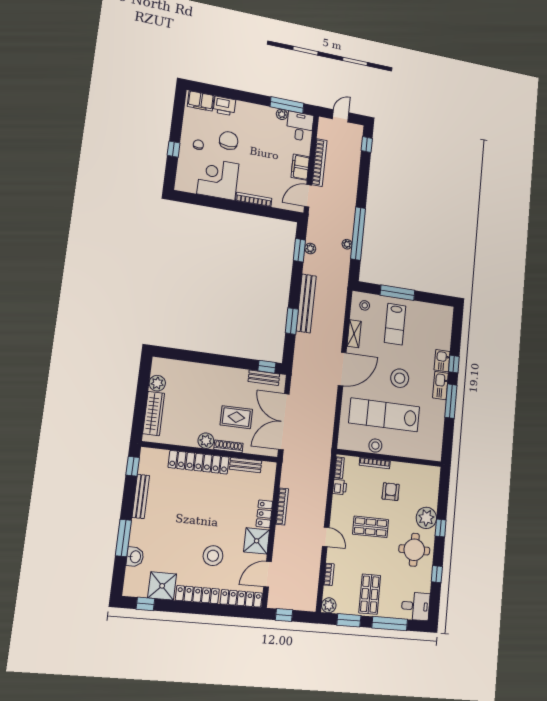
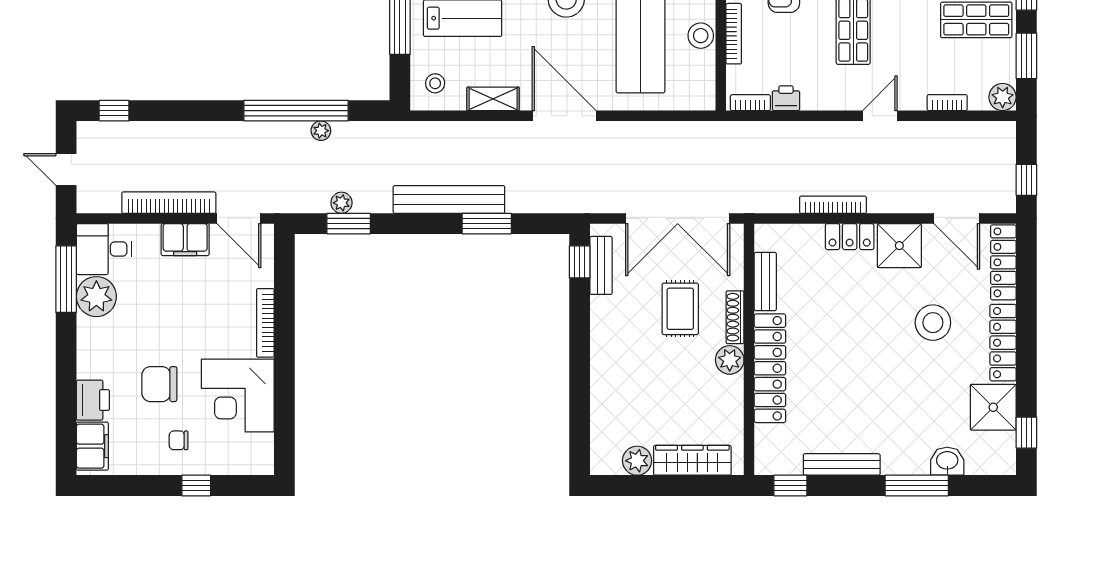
plant: (282, 114) -> (96, 297), width x1.88, depth x1.88

